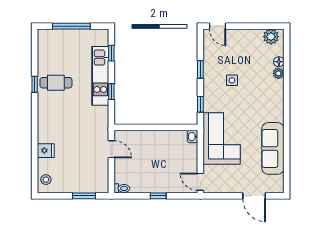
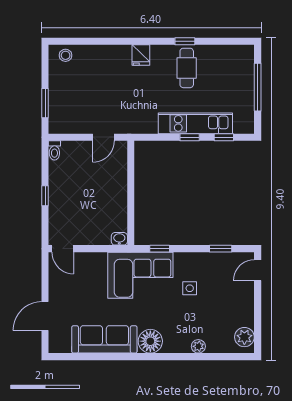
floor lamp: (279, 62) -> (150, 341), moved, width x1.89, depth x1.89
window: (200, 69) -> (221, 249), moved
window: (111, 92) -> (190, 137), moved
corner sofa: (222, 138) -> (140, 275), moved
fridge: (46, 151) -> (141, 55), moved
door: (200, 182) -> (63, 249), swing flipped

